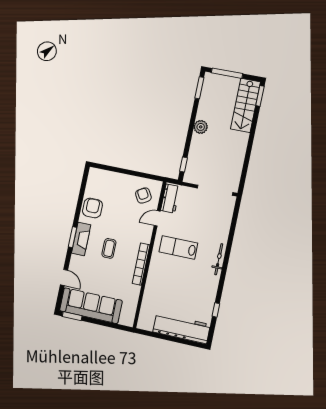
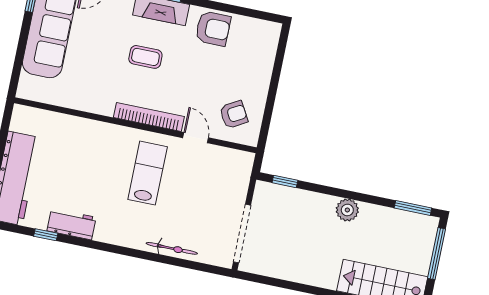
workbench: (170, 198) -> (71, 224), moved, turned 180
bicycle: (219, 259) -> (172, 248), moved
bookcase: (141, 264) -> (149, 117), moved

